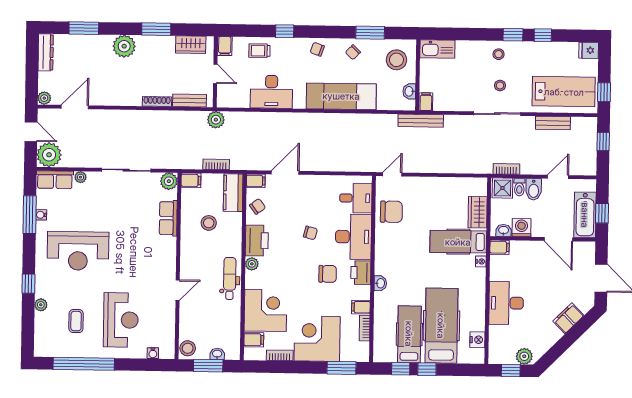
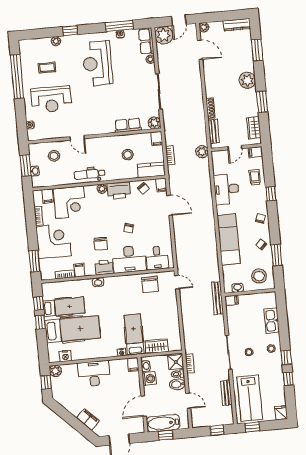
kitchen sink: (437, 49) -> (272, 321), moved
dental chair: (230, 278) -> (90, 174), turned 180
stool: (188, 348) -> (54, 156), moved
plant: (524, 356) -> (55, 371), moved

